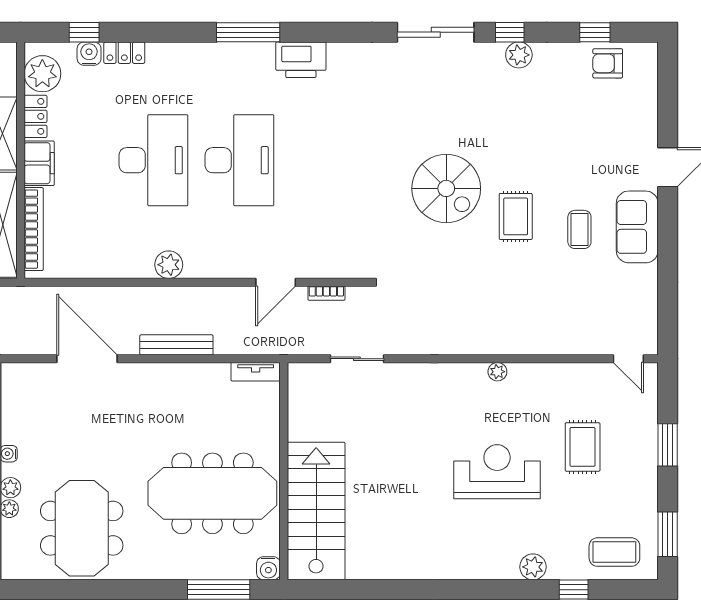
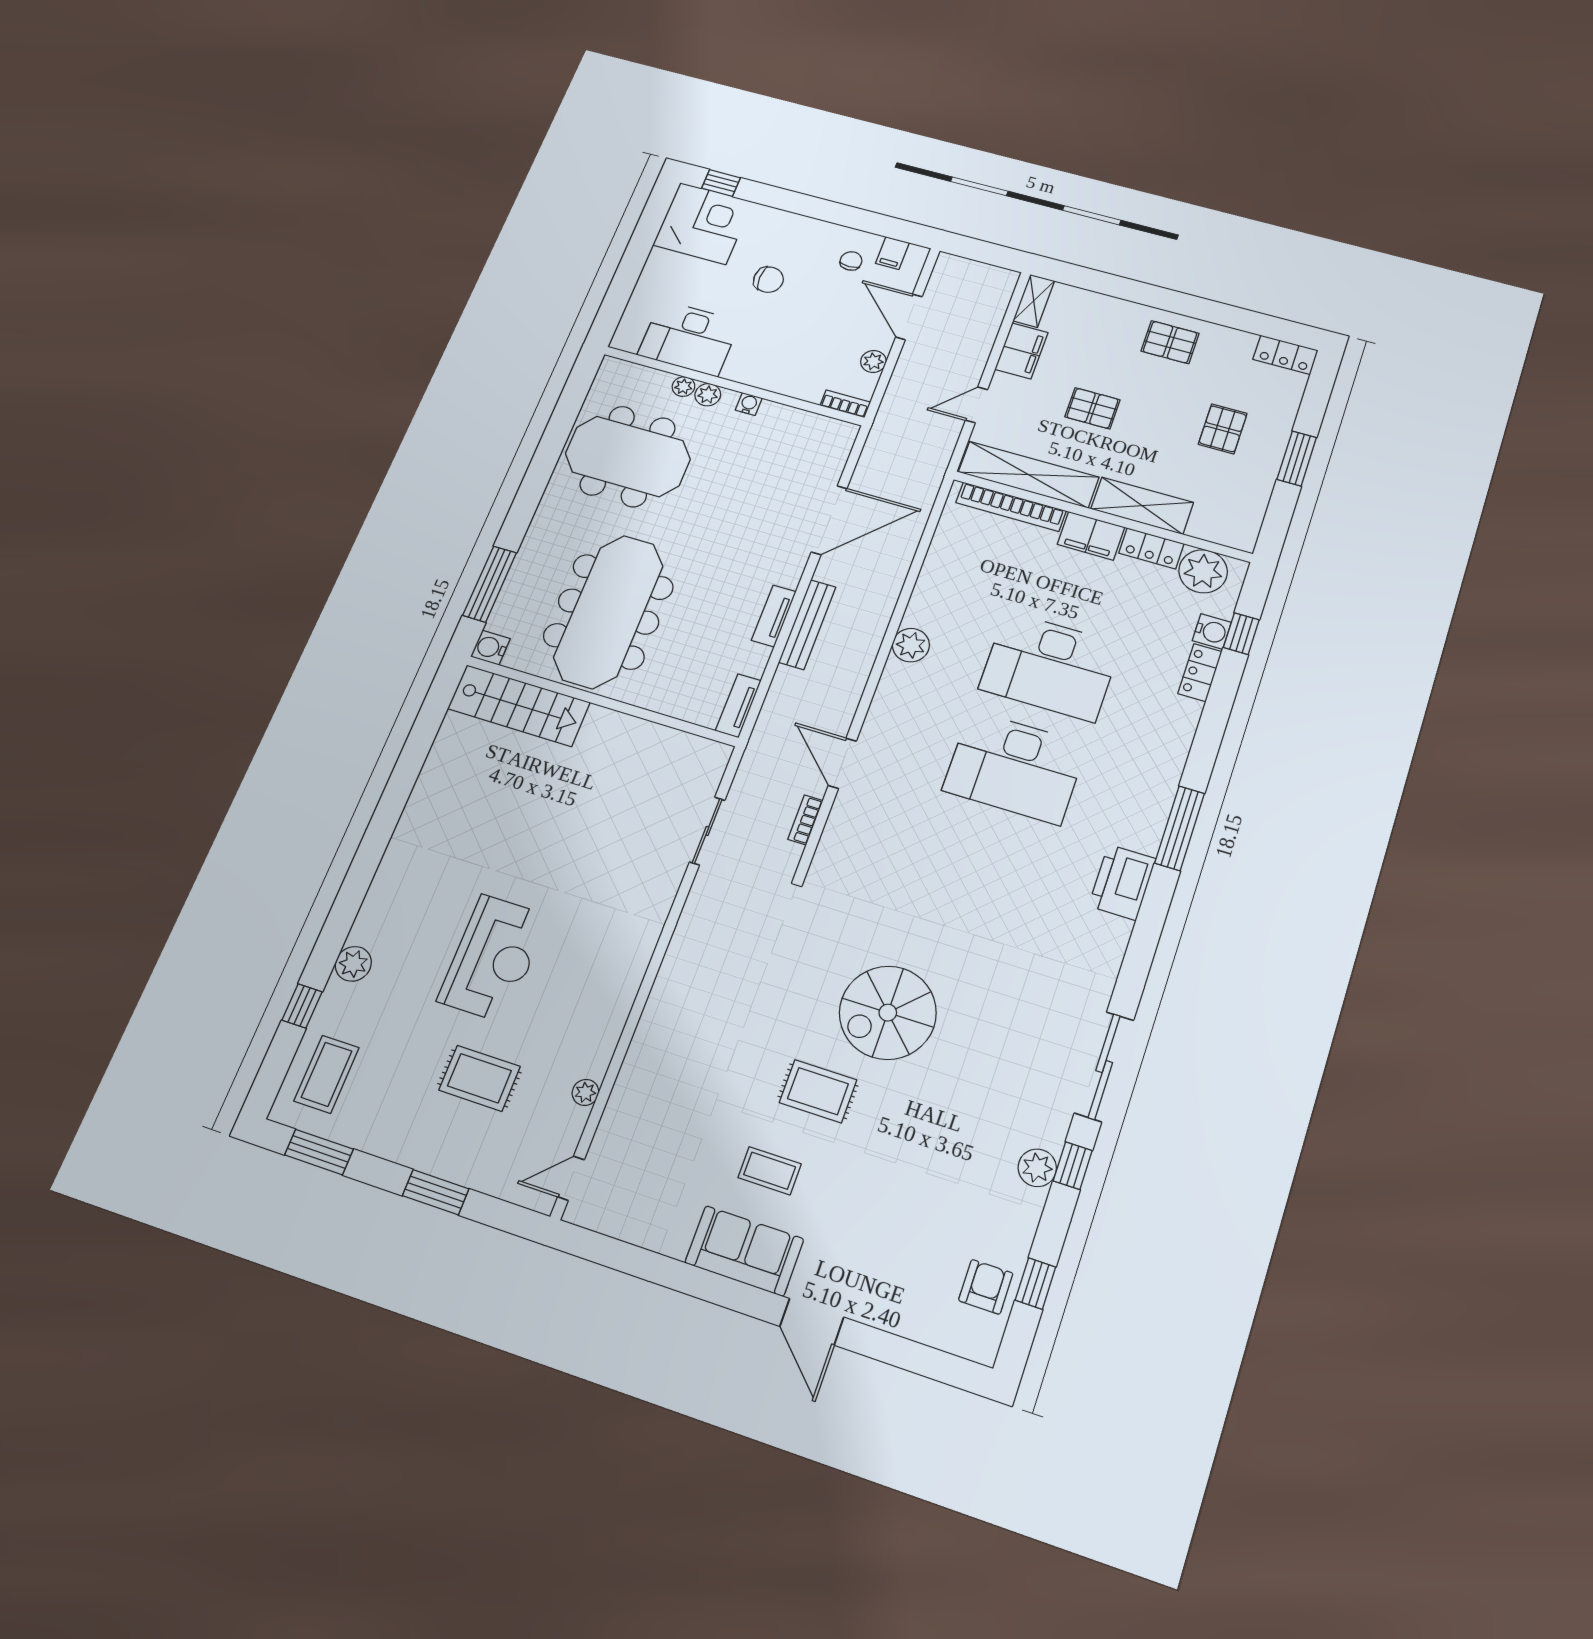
tv unit: (177, 372) -> (774, 616), added
plant: (497, 372) -> (585, 1092), moved
stairs: (316, 511) -> (519, 705), width x0.73, depth x0.66

